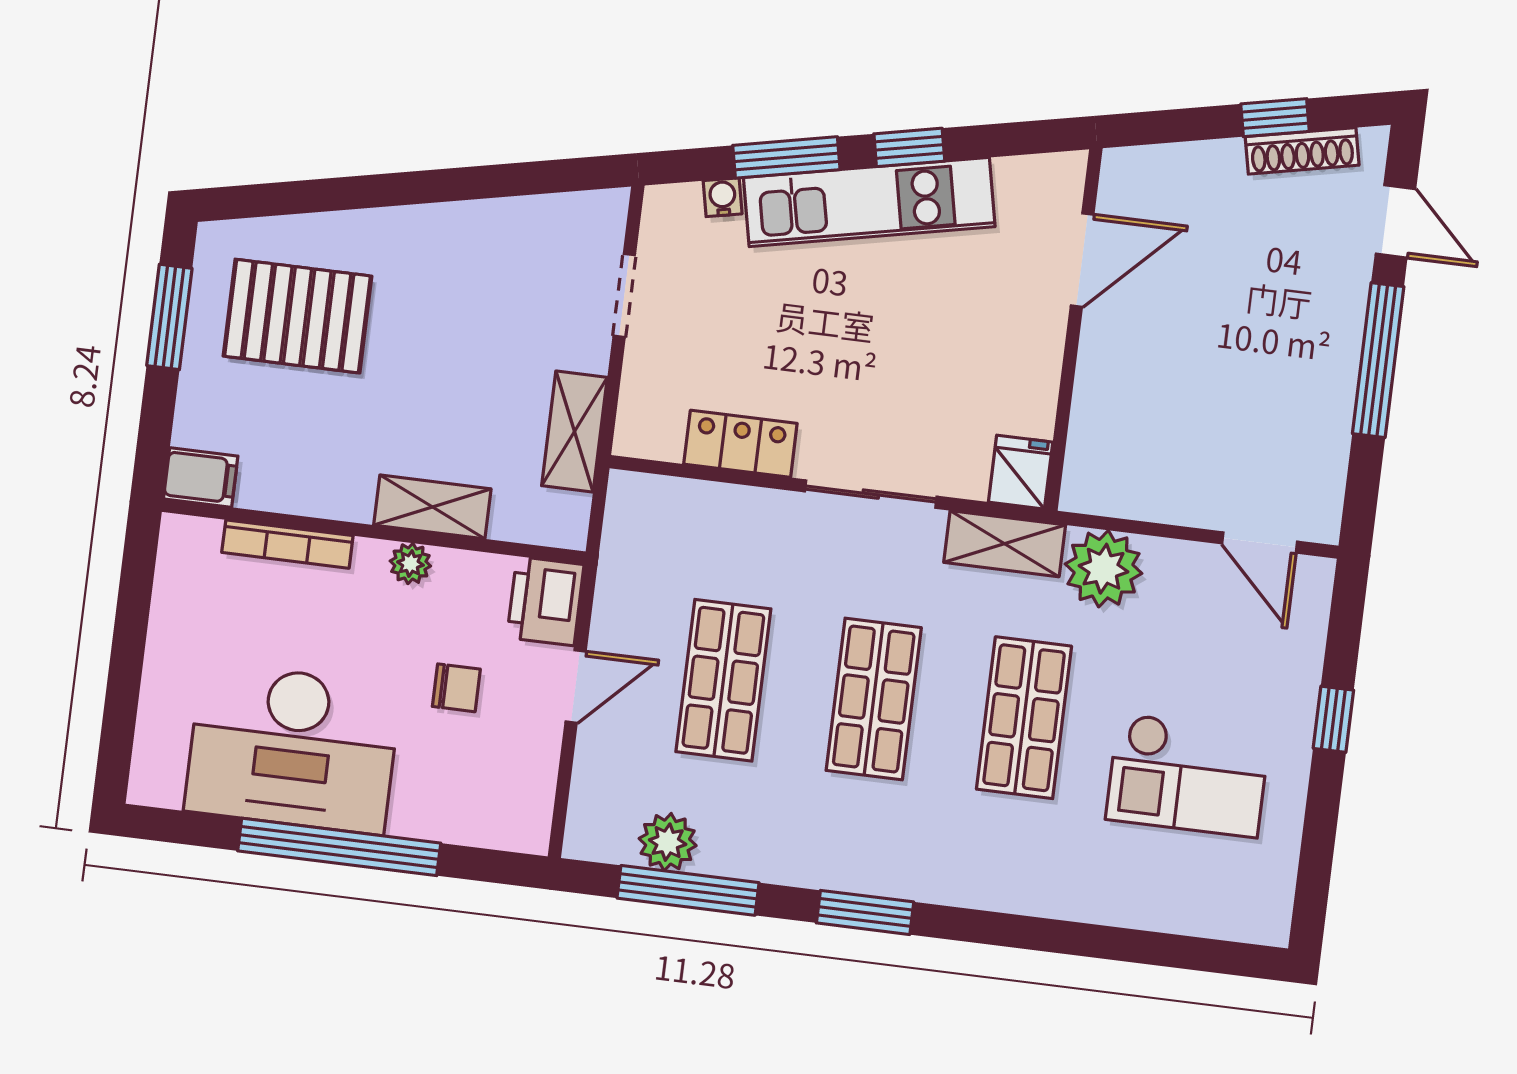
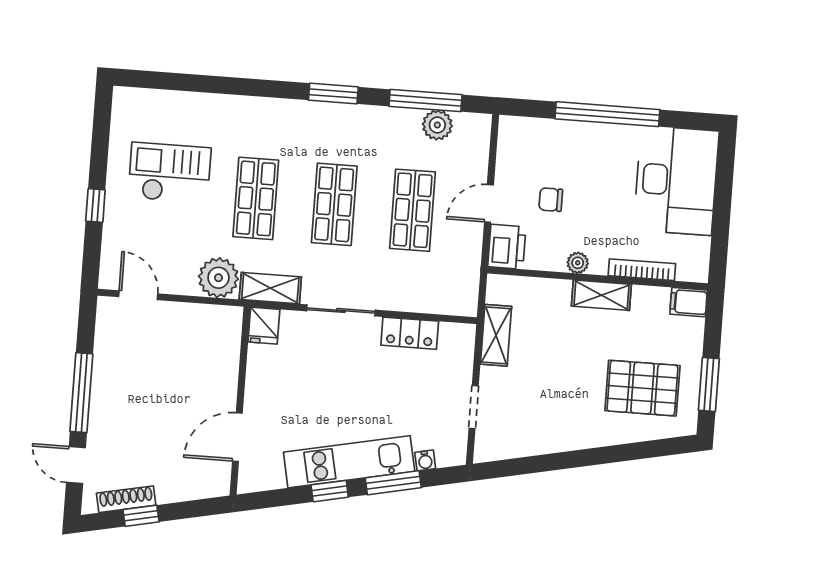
shelving: (432, 507) -> (601, 295), moved
desk: (293, 748) -> (676, 180), moved, turned 90

